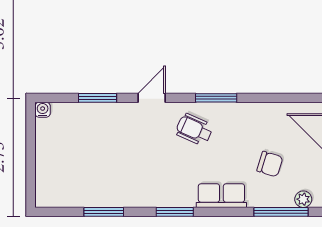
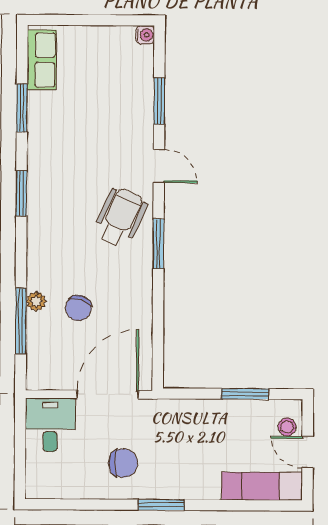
wheelchair: (194, 130) -> (120, 217), width x1.36, depth x1.37
row of seats: (221, 196) -> (42, 60), moved
plant: (303, 199) -> (36, 301), moved

